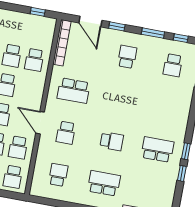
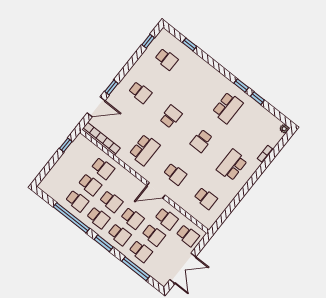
window: (153, 33) -> (132, 61), removed
school desk: (127, 57) -> (140, 92), turned 180
school desk: (119, 99) -> (171, 117), added
school desk: (112, 141) -> (201, 141), turned 180
school desk: (157, 150) -> (228, 108), turned 180
school desk: (58, 175) -> (206, 198), turned 180

